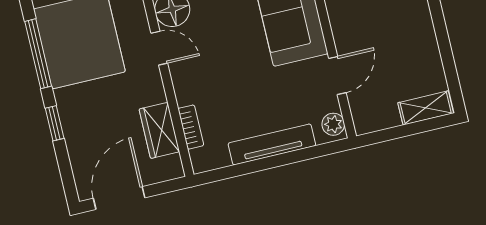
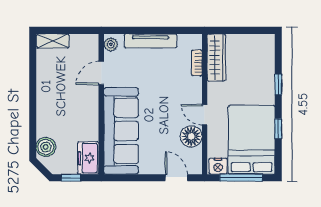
window: (38, 54) -> (278, 129), width x0.46
wardrobe: (159, 130) -> (216, 57), width x1.50
door: (119, 198) -> (250, 30), removed

